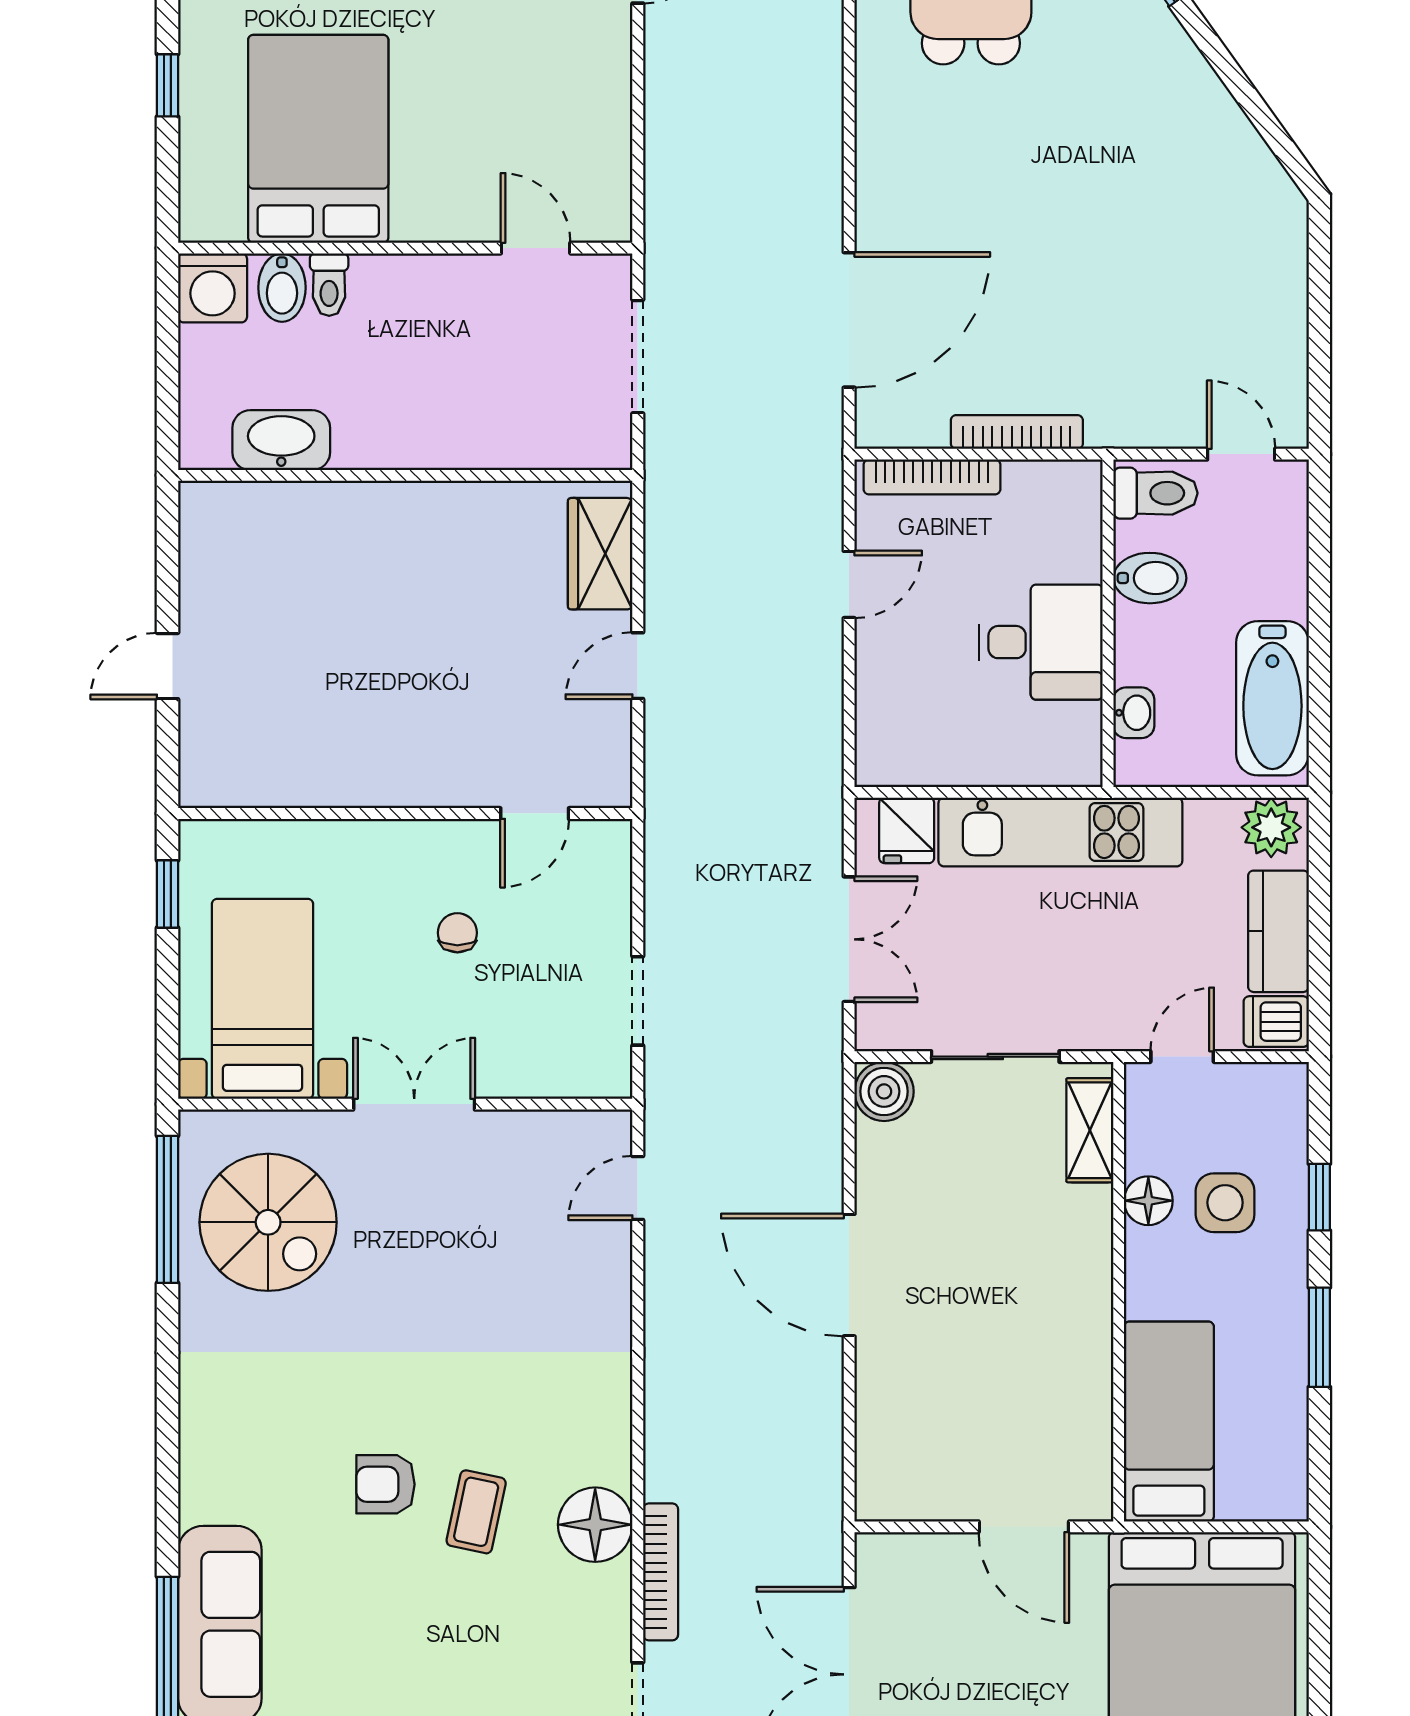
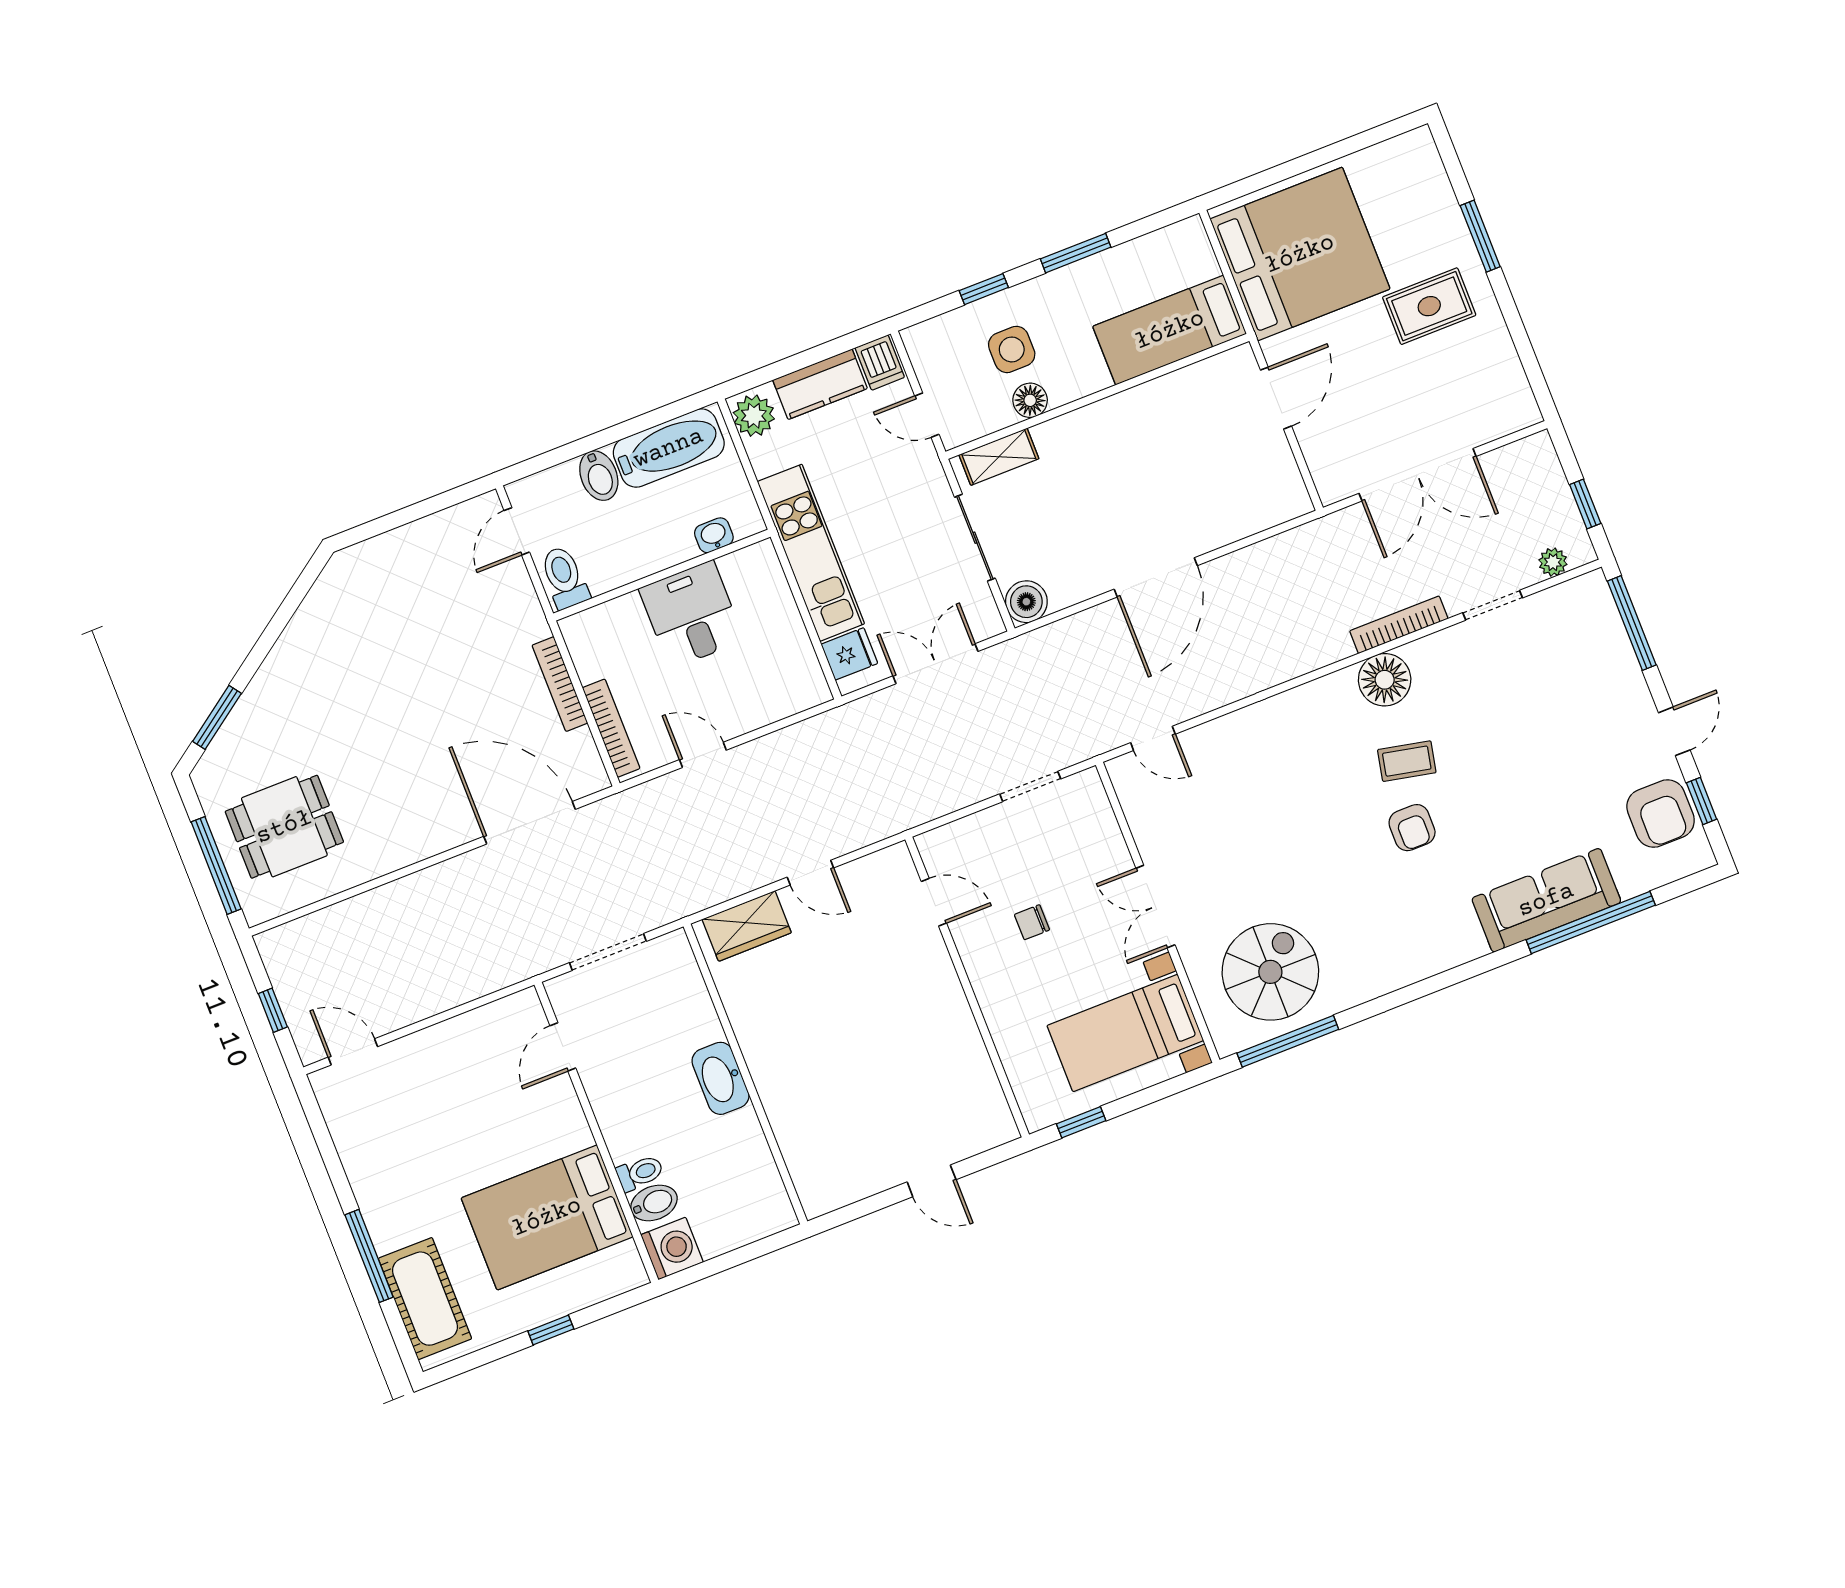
washbasin: (281, 440) -> (720, 1078), moved
bidet: (1150, 578) -> (599, 476), moved, turned 180

